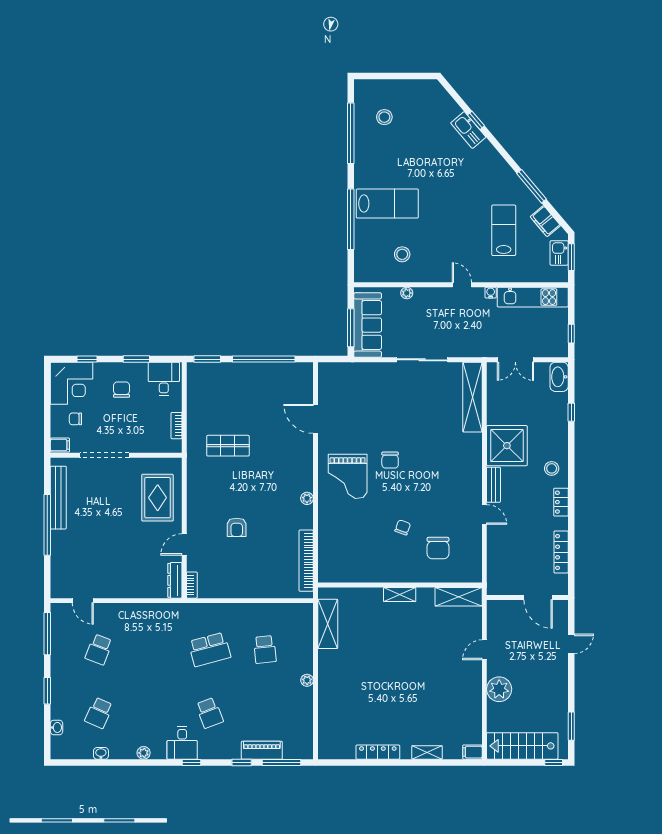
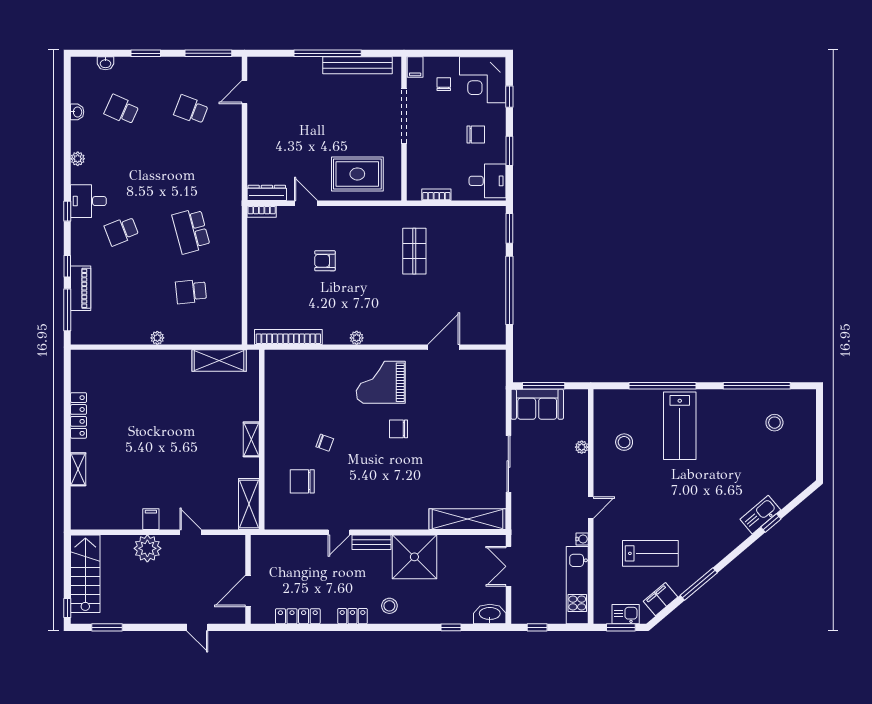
sofa: (368, 325) -> (537, 404), width x0.73
filing cabinet: (472, 752) -> (151, 519), moved

